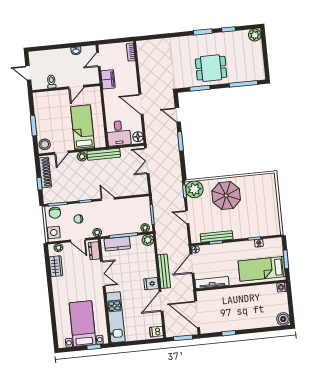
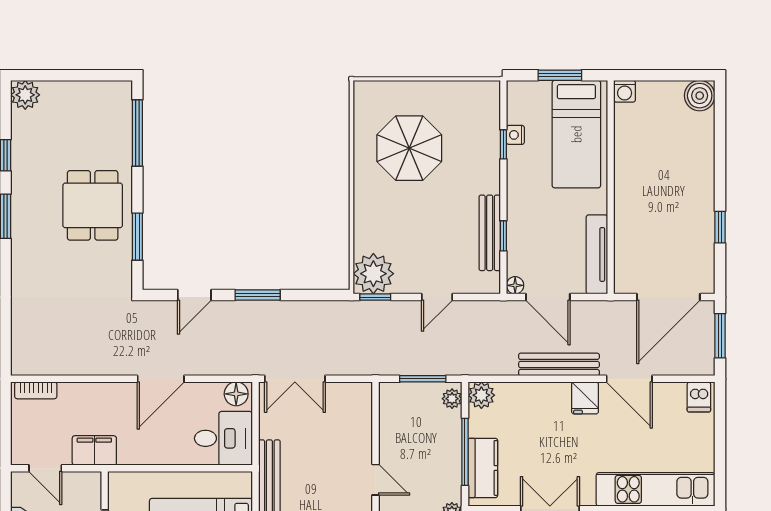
parasol: (226, 196) -> (409, 148), moved
door: (108, 199) -> (376, 480), swing flipped

